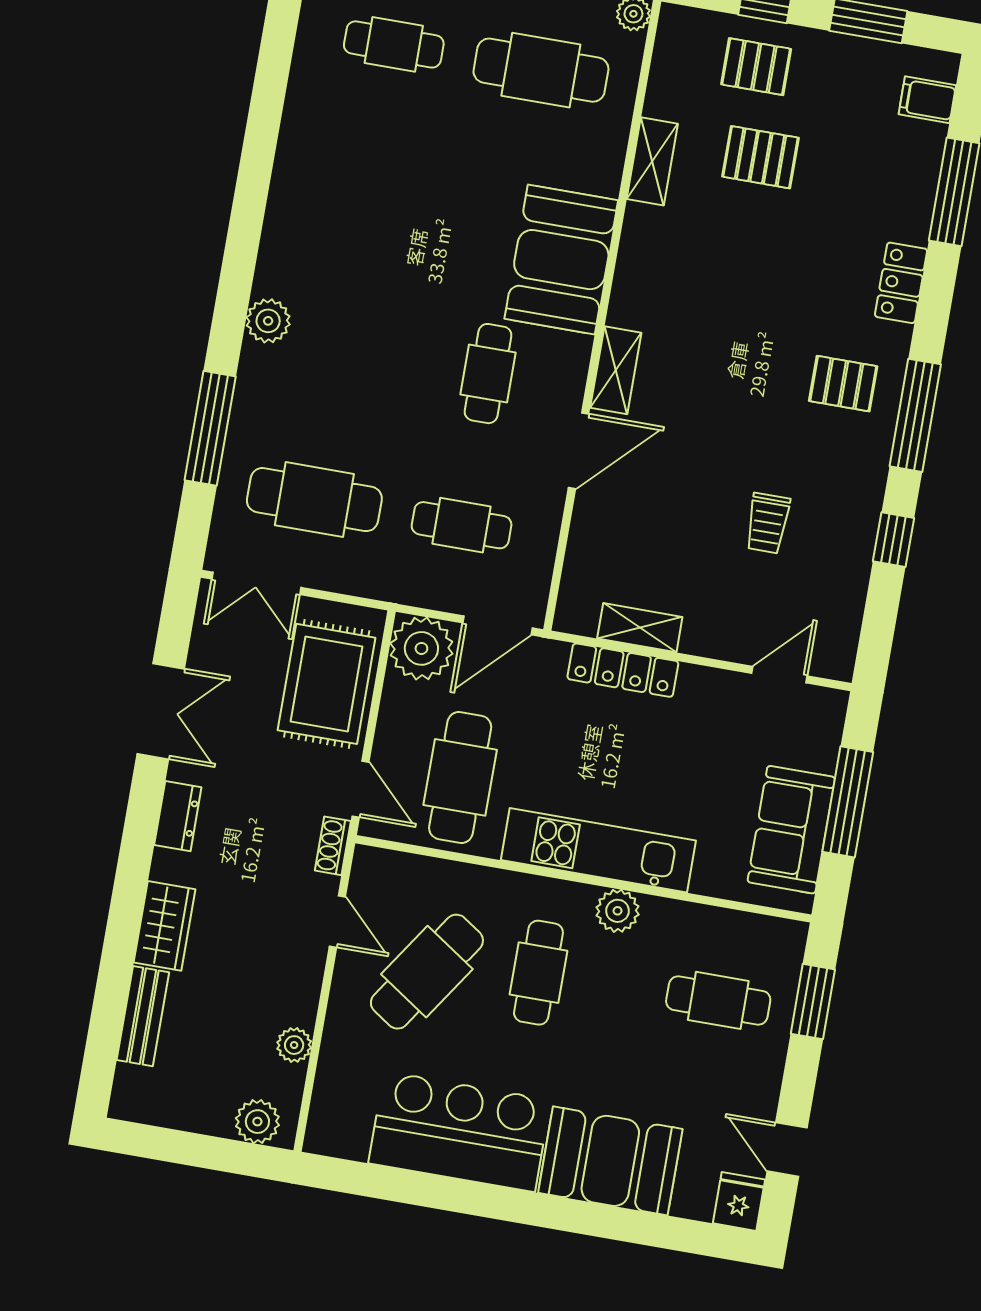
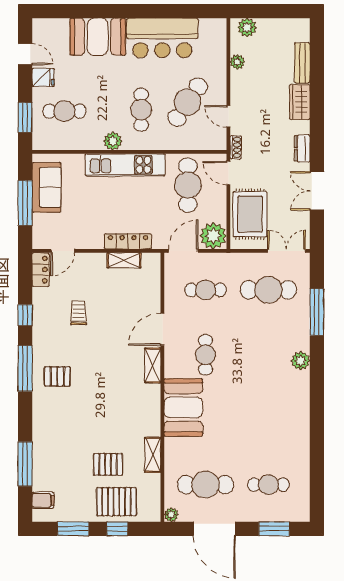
pallet: (756, 67) -> (116, 502), width x1.50, depth x1.42
locker: (901, 283) -> (41, 270), moved
fridge: (739, 1201) -> (43, 77), moved, turned -90

